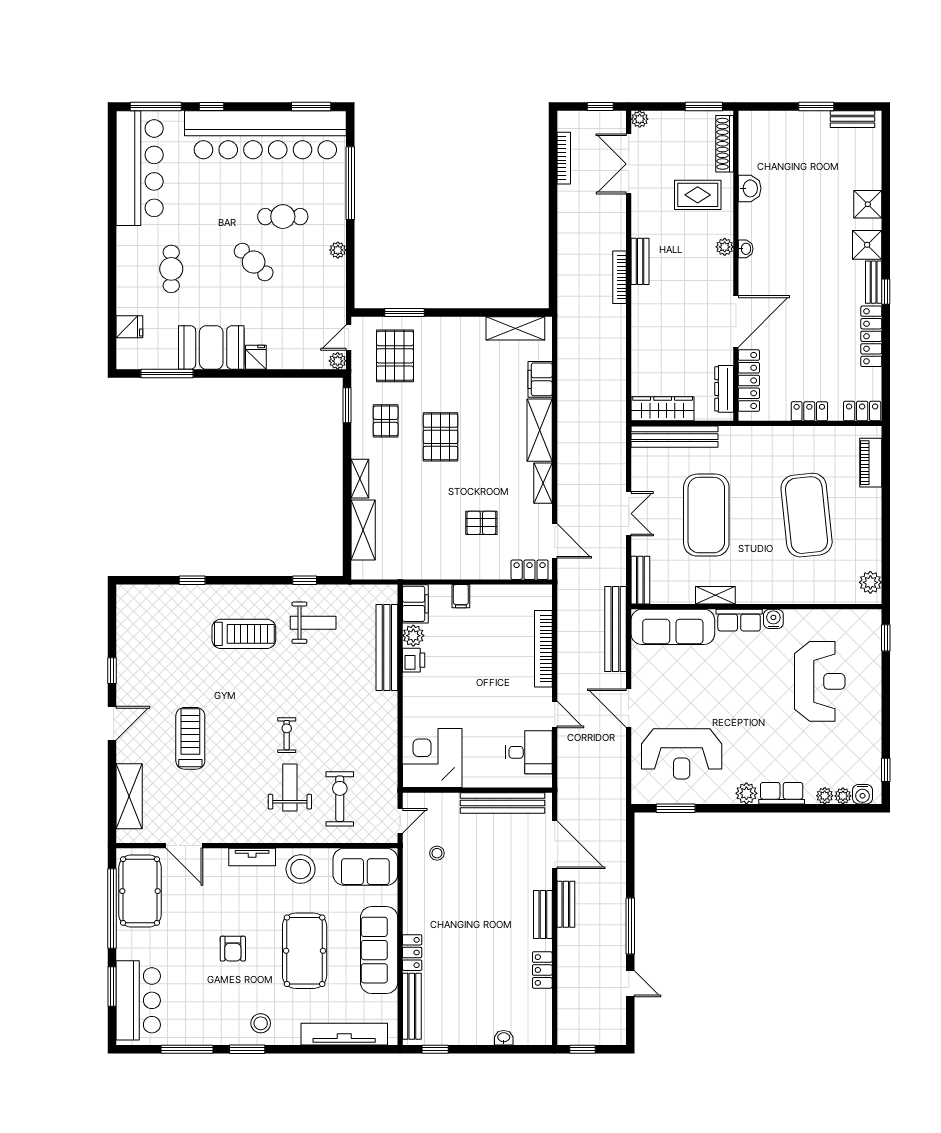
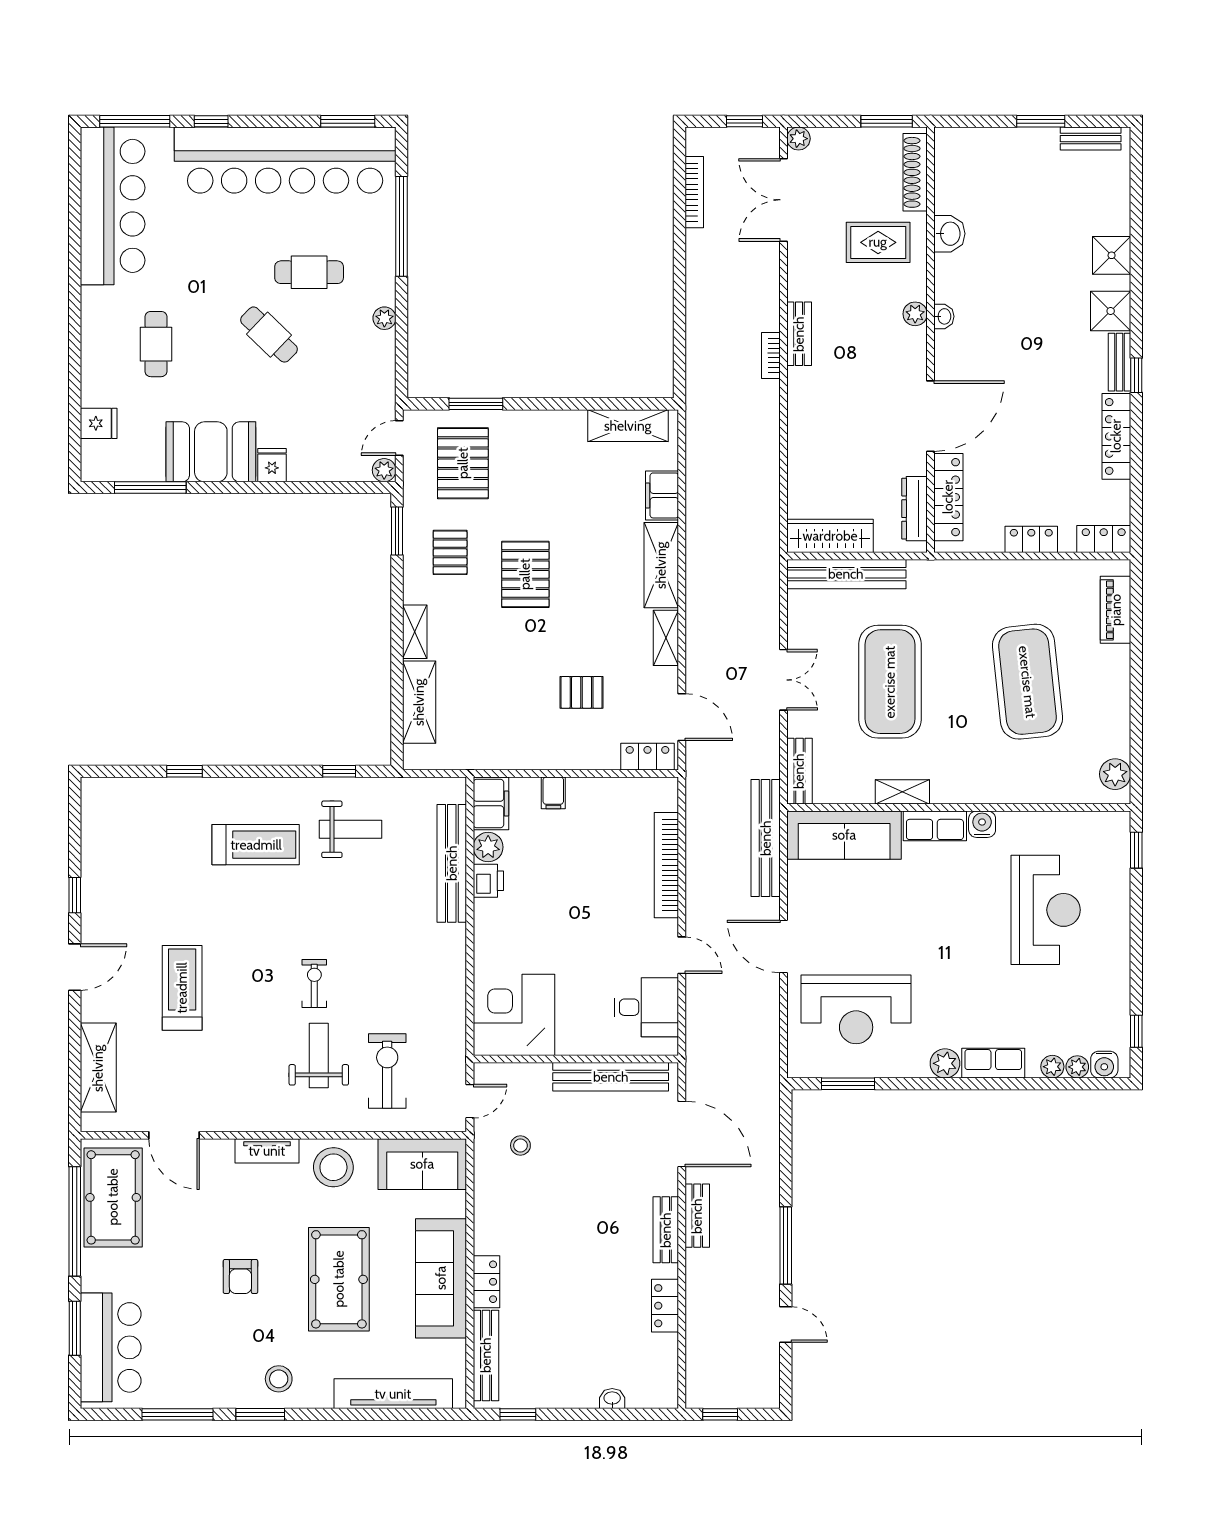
bookcase: (619, 277) -> (771, 356), width x0.64

